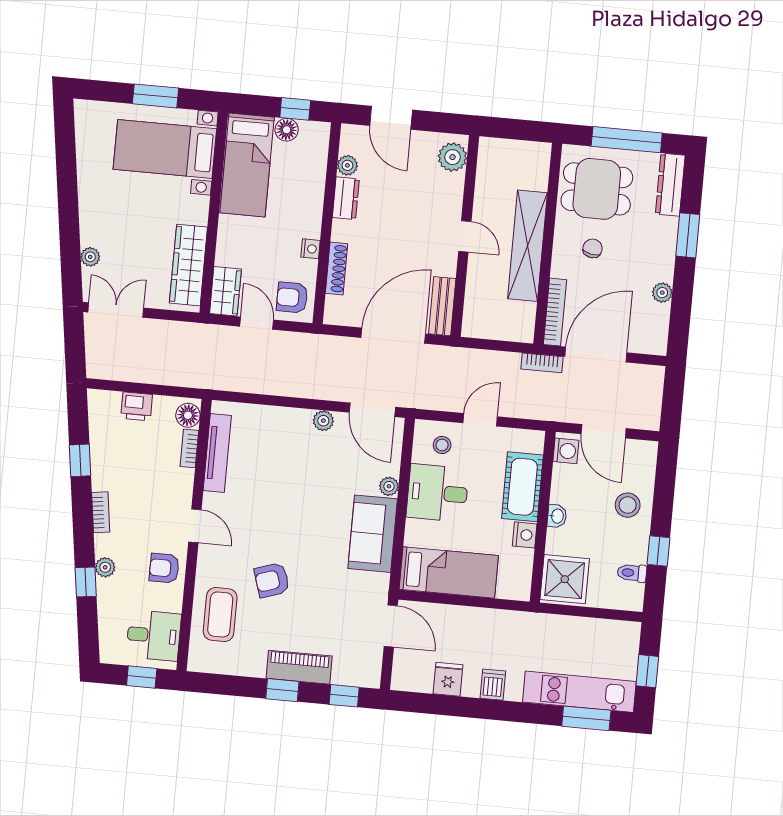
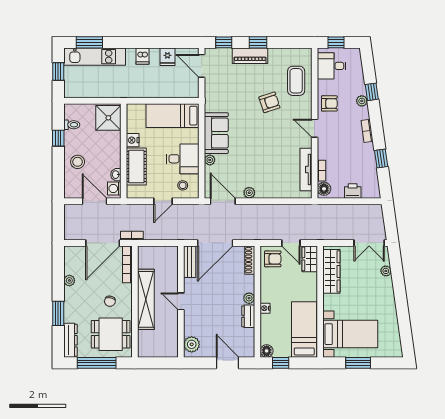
floor lamp: (287, 130) -> (267, 351), moved
plant: (347, 165) -> (249, 298), moved
nightstand: (311, 249) -> (265, 308), moved
shoe rack: (336, 268) -> (250, 260), moved
washbasin: (557, 516) -> (116, 175), moved
door: (391, 626) -> (202, 66), moved

